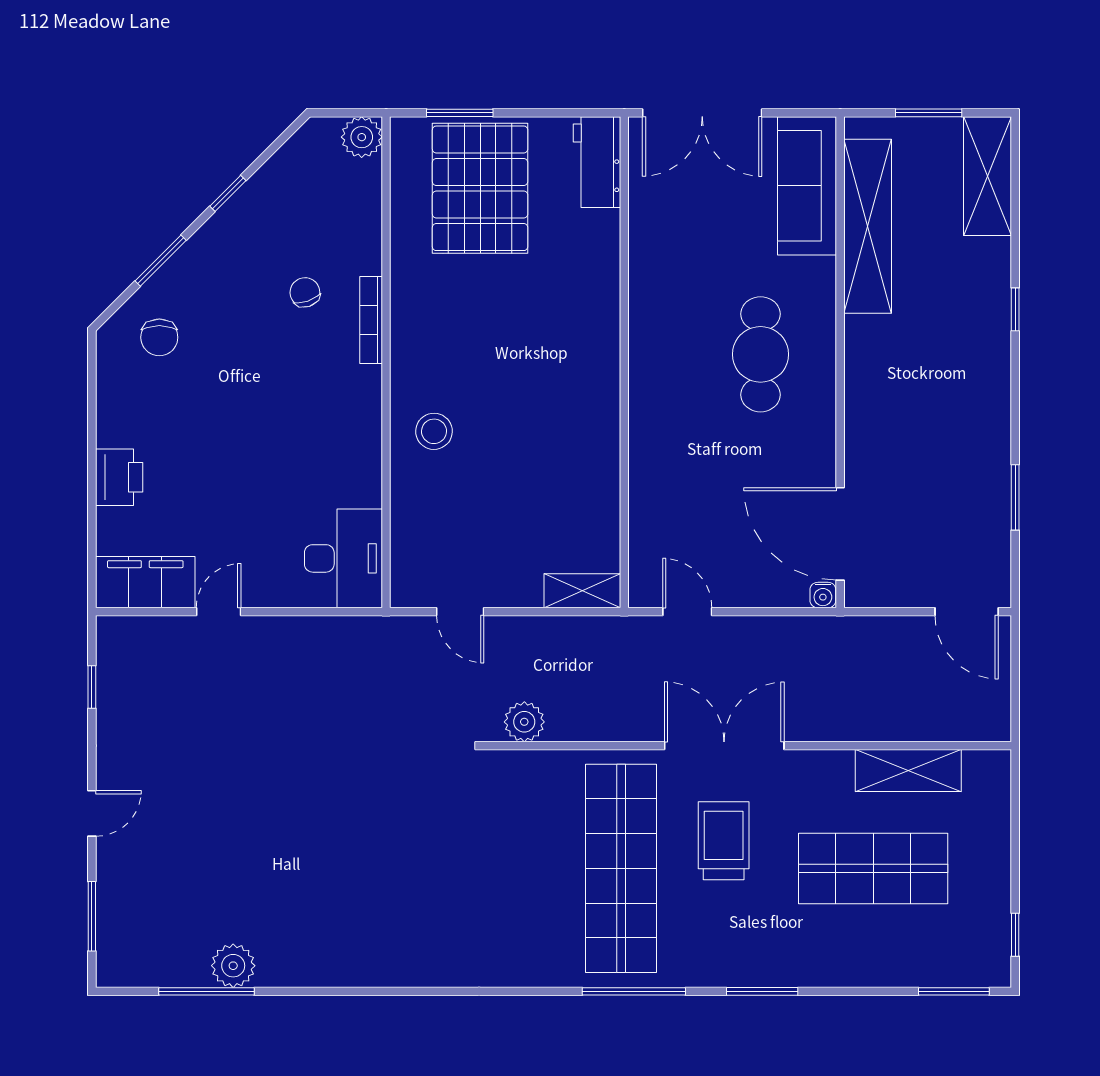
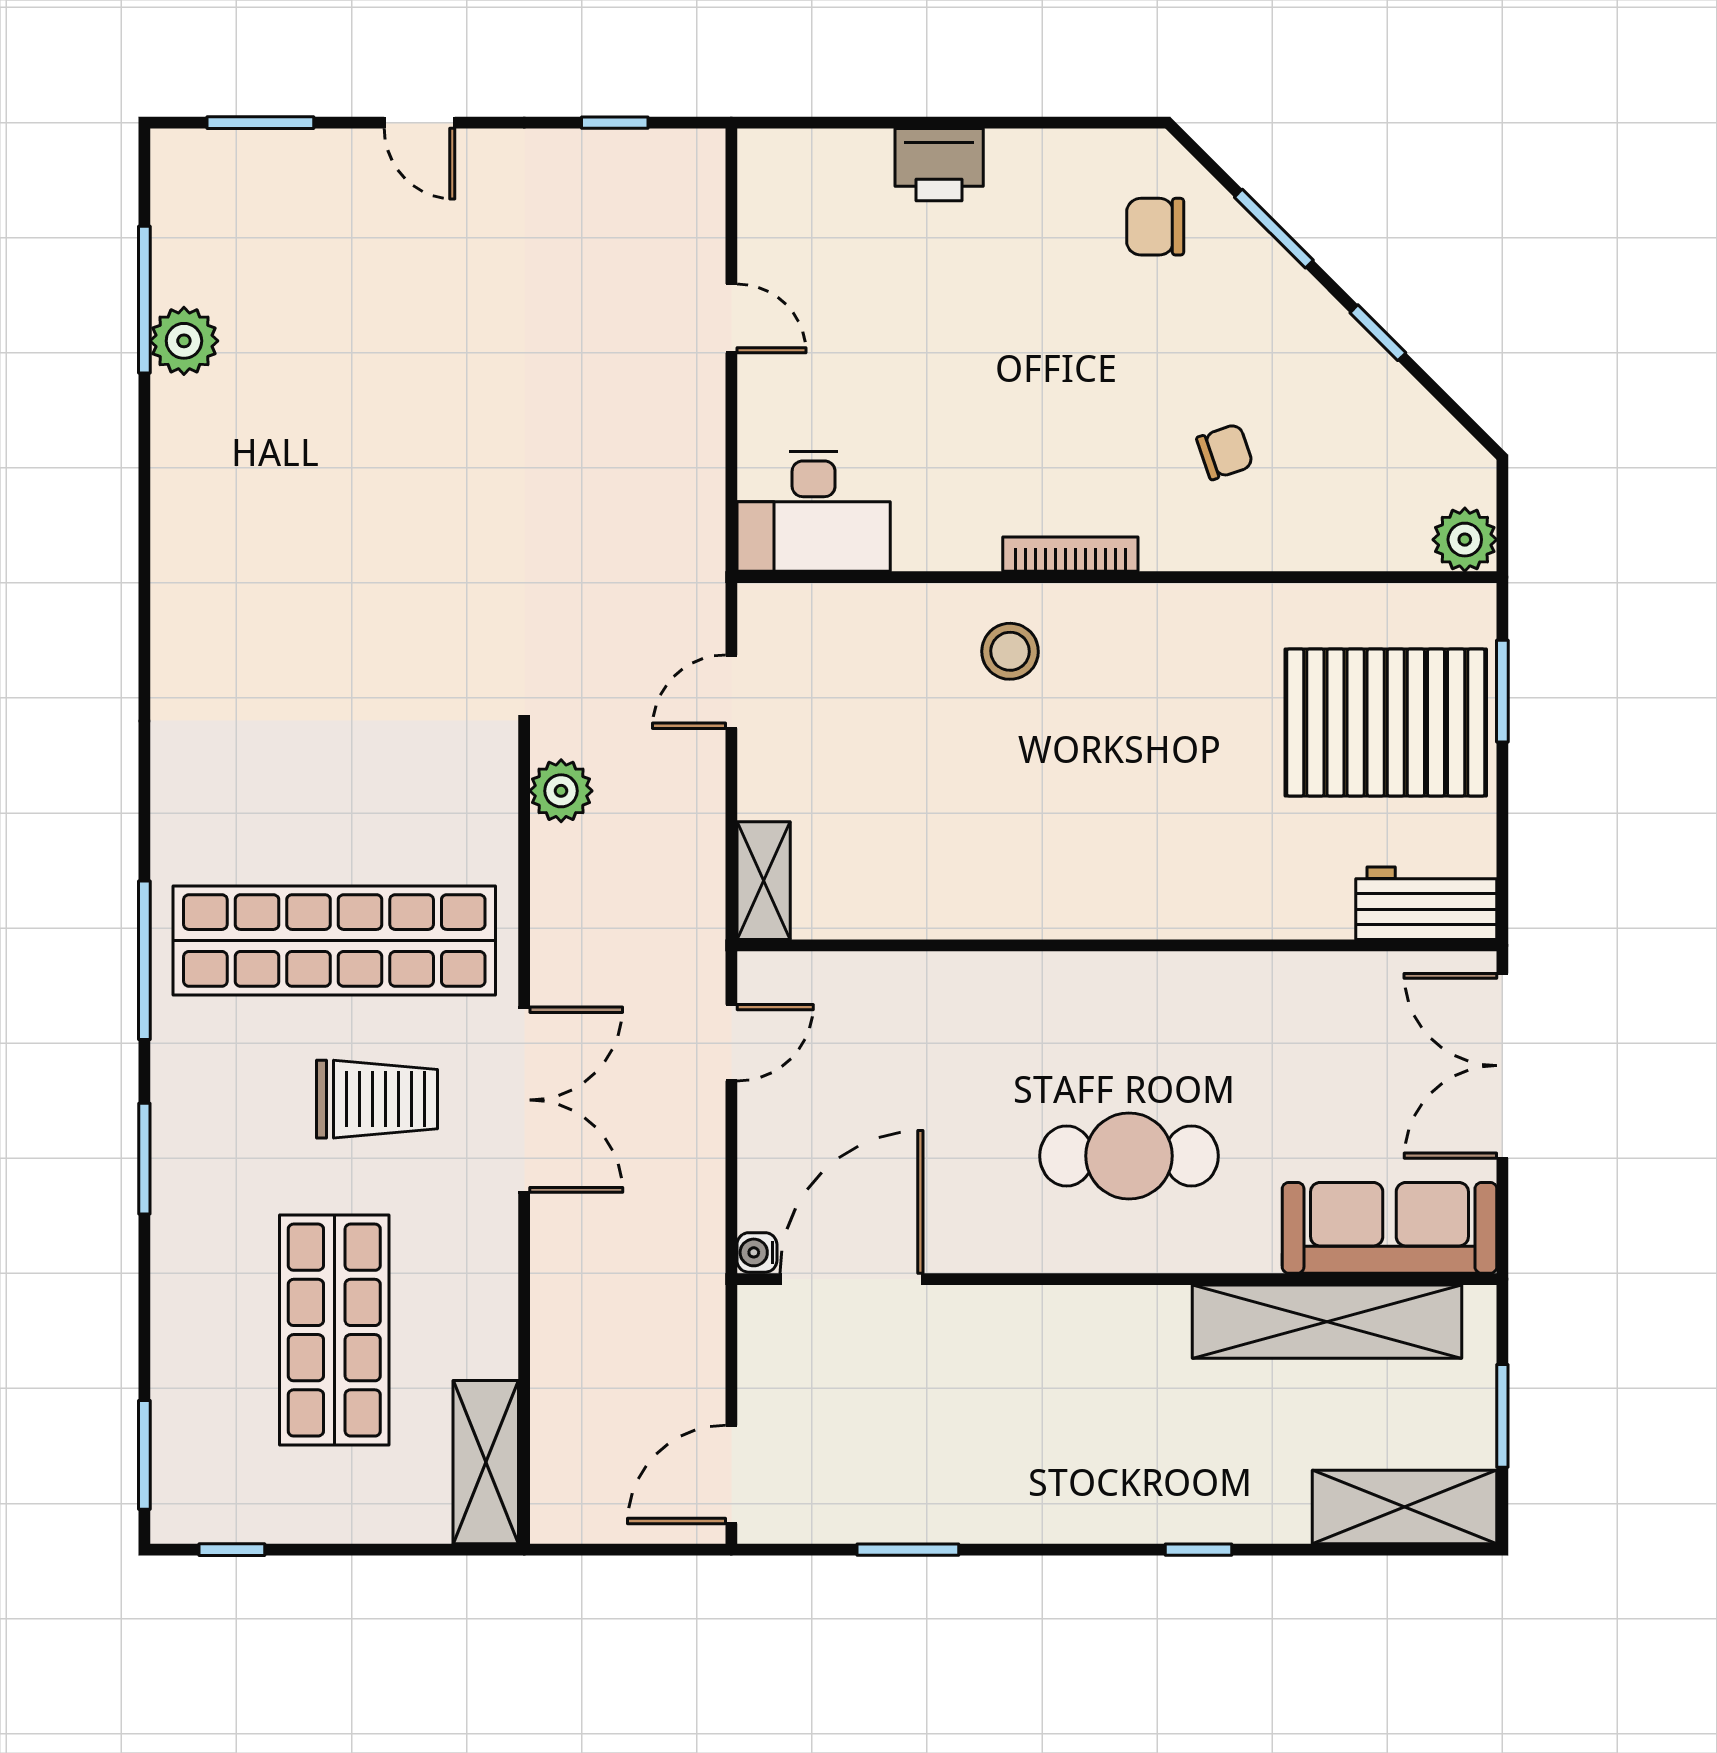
bookcase: (371, 320) -> (1070, 554), moved
filing cabinet: (145, 582) -> (777, 205), removed
shelving: (908, 770) -> (486, 1462), moved

